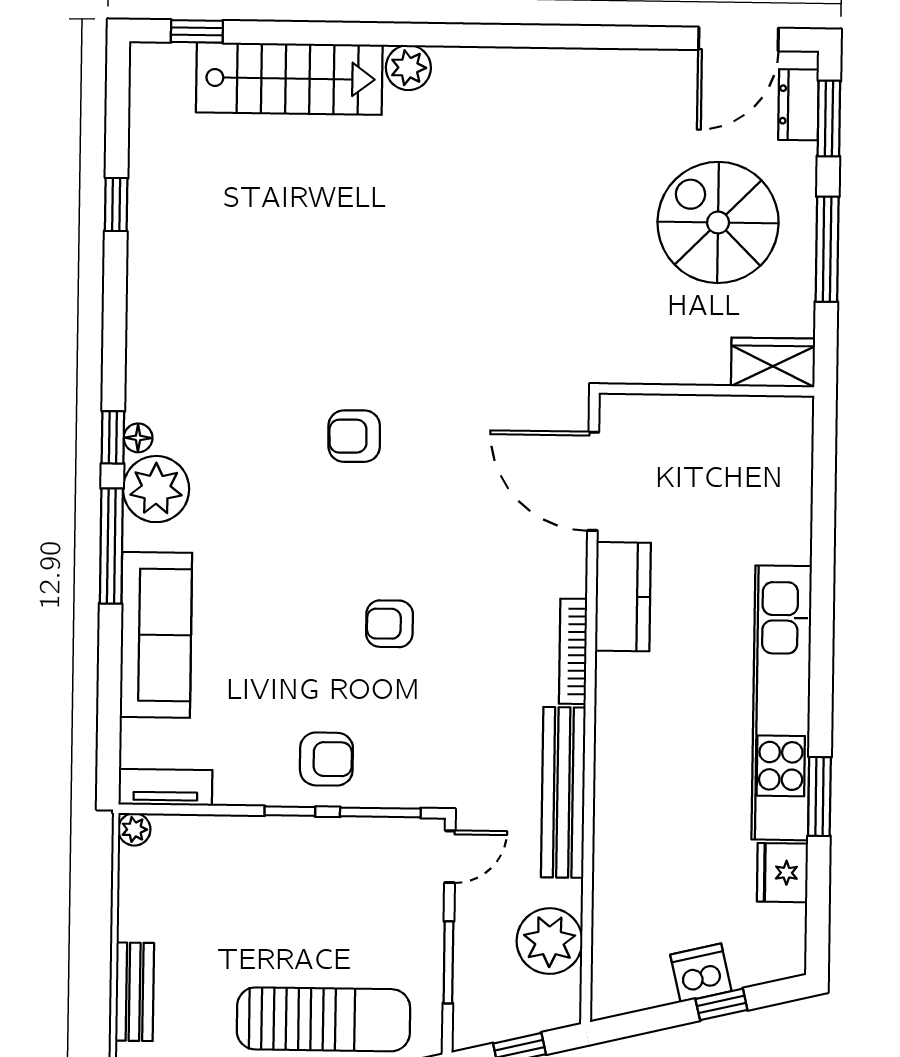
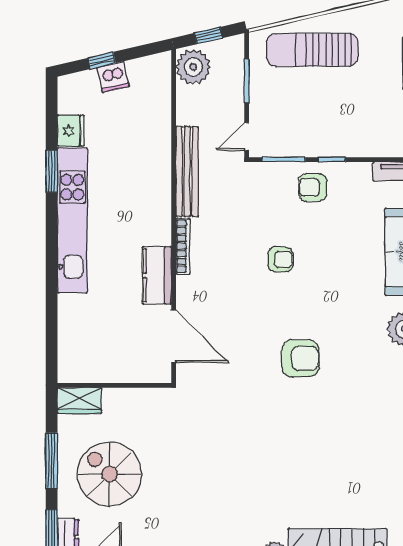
spiral stairs: (718, 222) -> (109, 474), turned 180
armchair: (354, 436) -> (300, 358), width x1.38, depth x1.38
plant: (550, 941) -> (193, 67), moved

